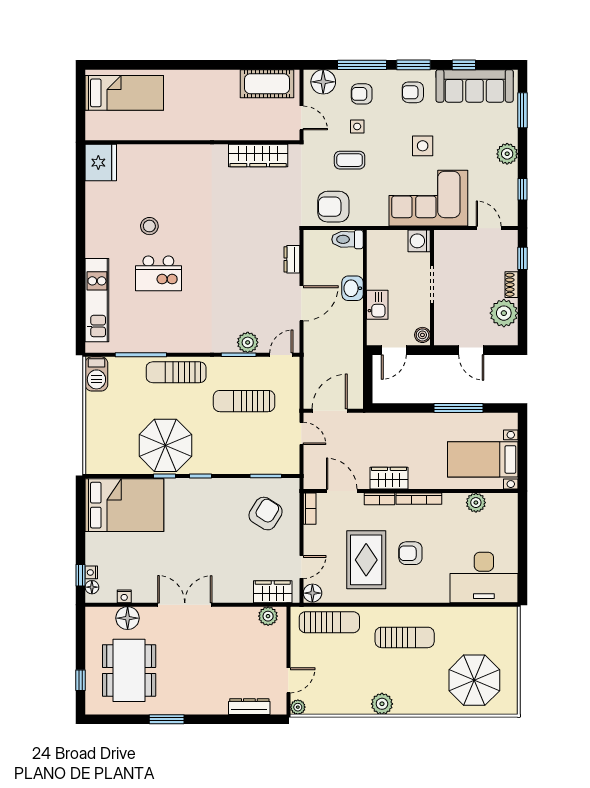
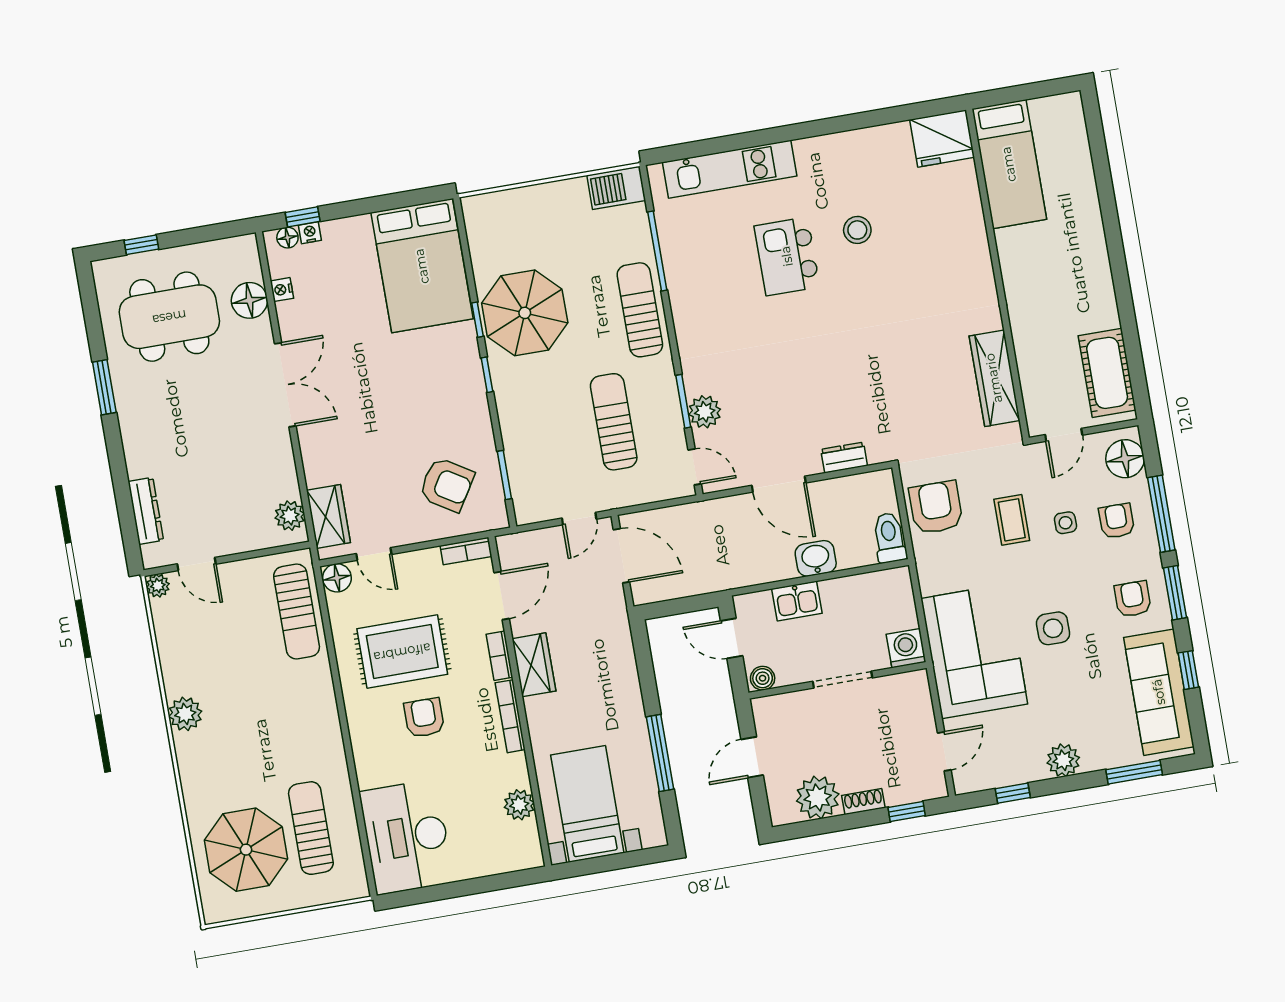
bed: (124, 93) -> (1009, 164), moved
sun lounger: (405, 637) -> (311, 828), moved, turned 180

